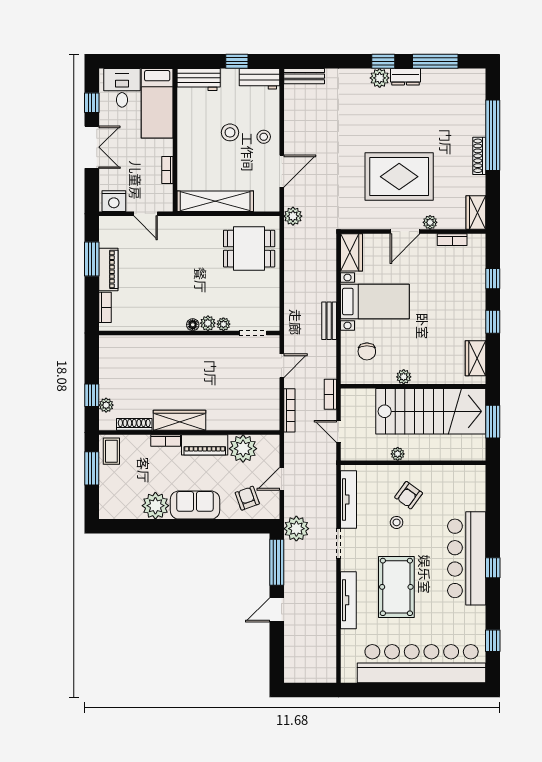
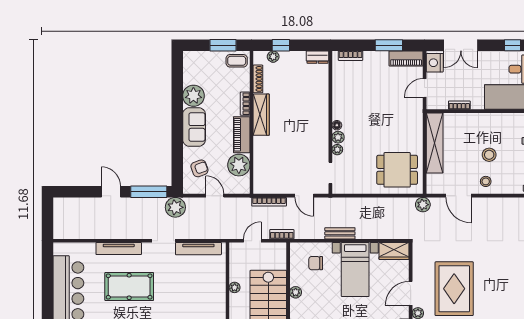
double door: (92, 147) -> (461, 45), moved
door: (405, 232) -> (411, 293), hinge flipped
dining table: (249, 249) -> (397, 170), turned 90
piano: (108, 269) -> (406, 58), moved
dresser: (107, 349) -> (317, 57), added
armchair: (409, 495) -> (202, 296), removed
stool: (397, 522) -> (180, 287), removed

